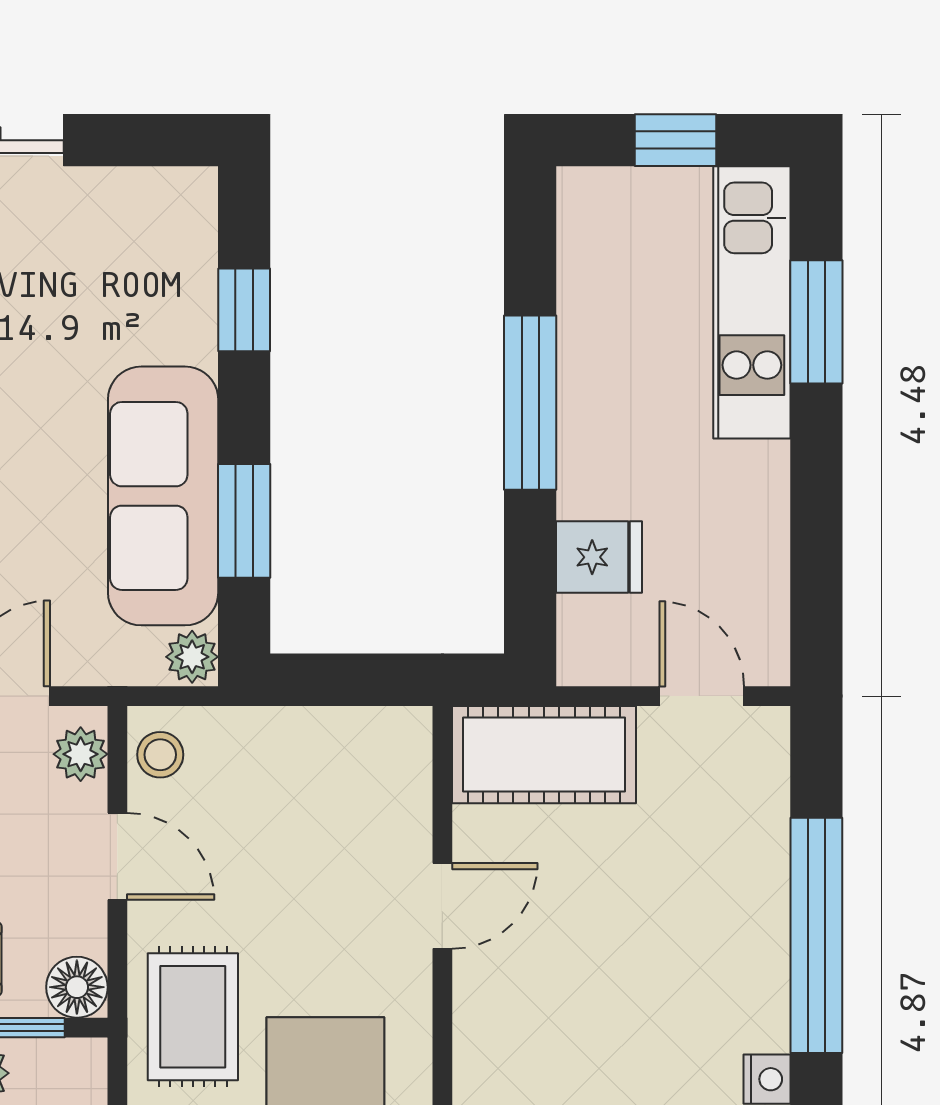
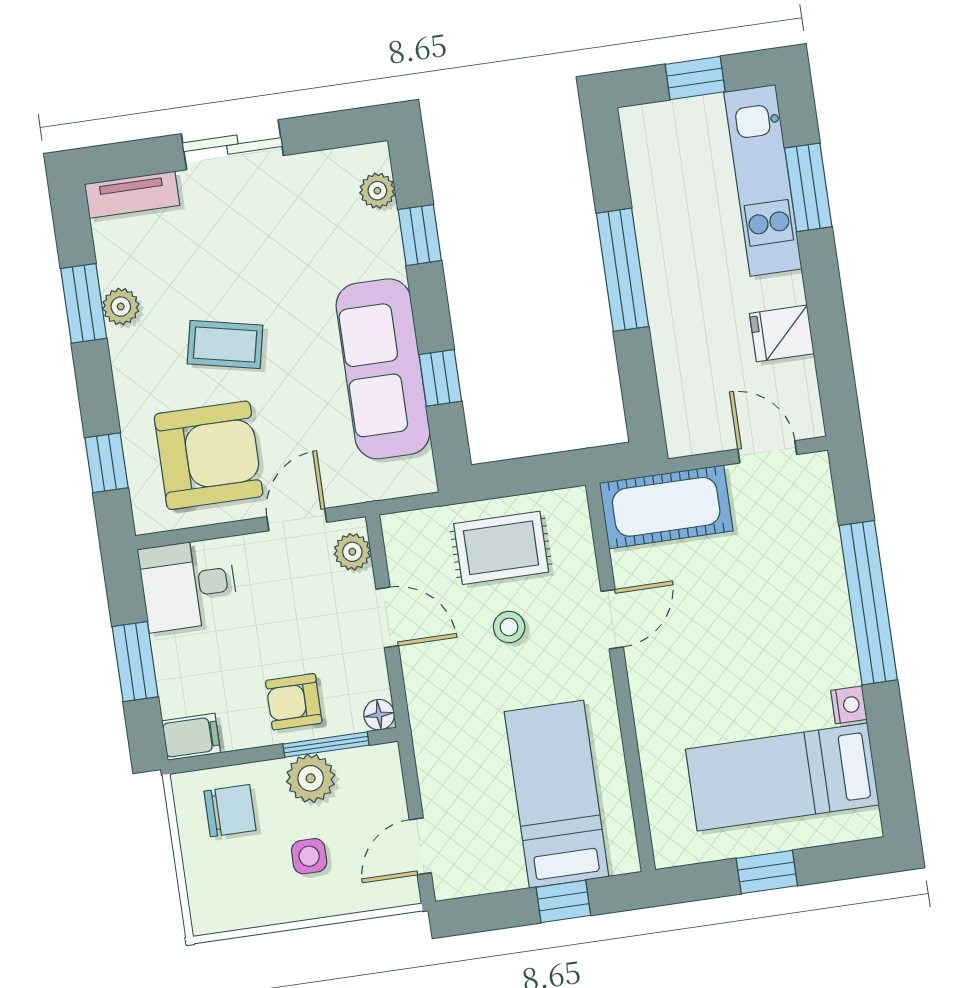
window: (244, 521) -> (440, 378), width x0.67
fridge: (599, 557) -> (782, 333), moved, turned 180
plant: (192, 657) -> (377, 191), moved
stool: (160, 755) -> (509, 627), moved
floor lamp: (77, 987) -> (379, 715), width x0.73, depth x0.73
rug: (193, 1017) -> (501, 548), moved, turned 90

